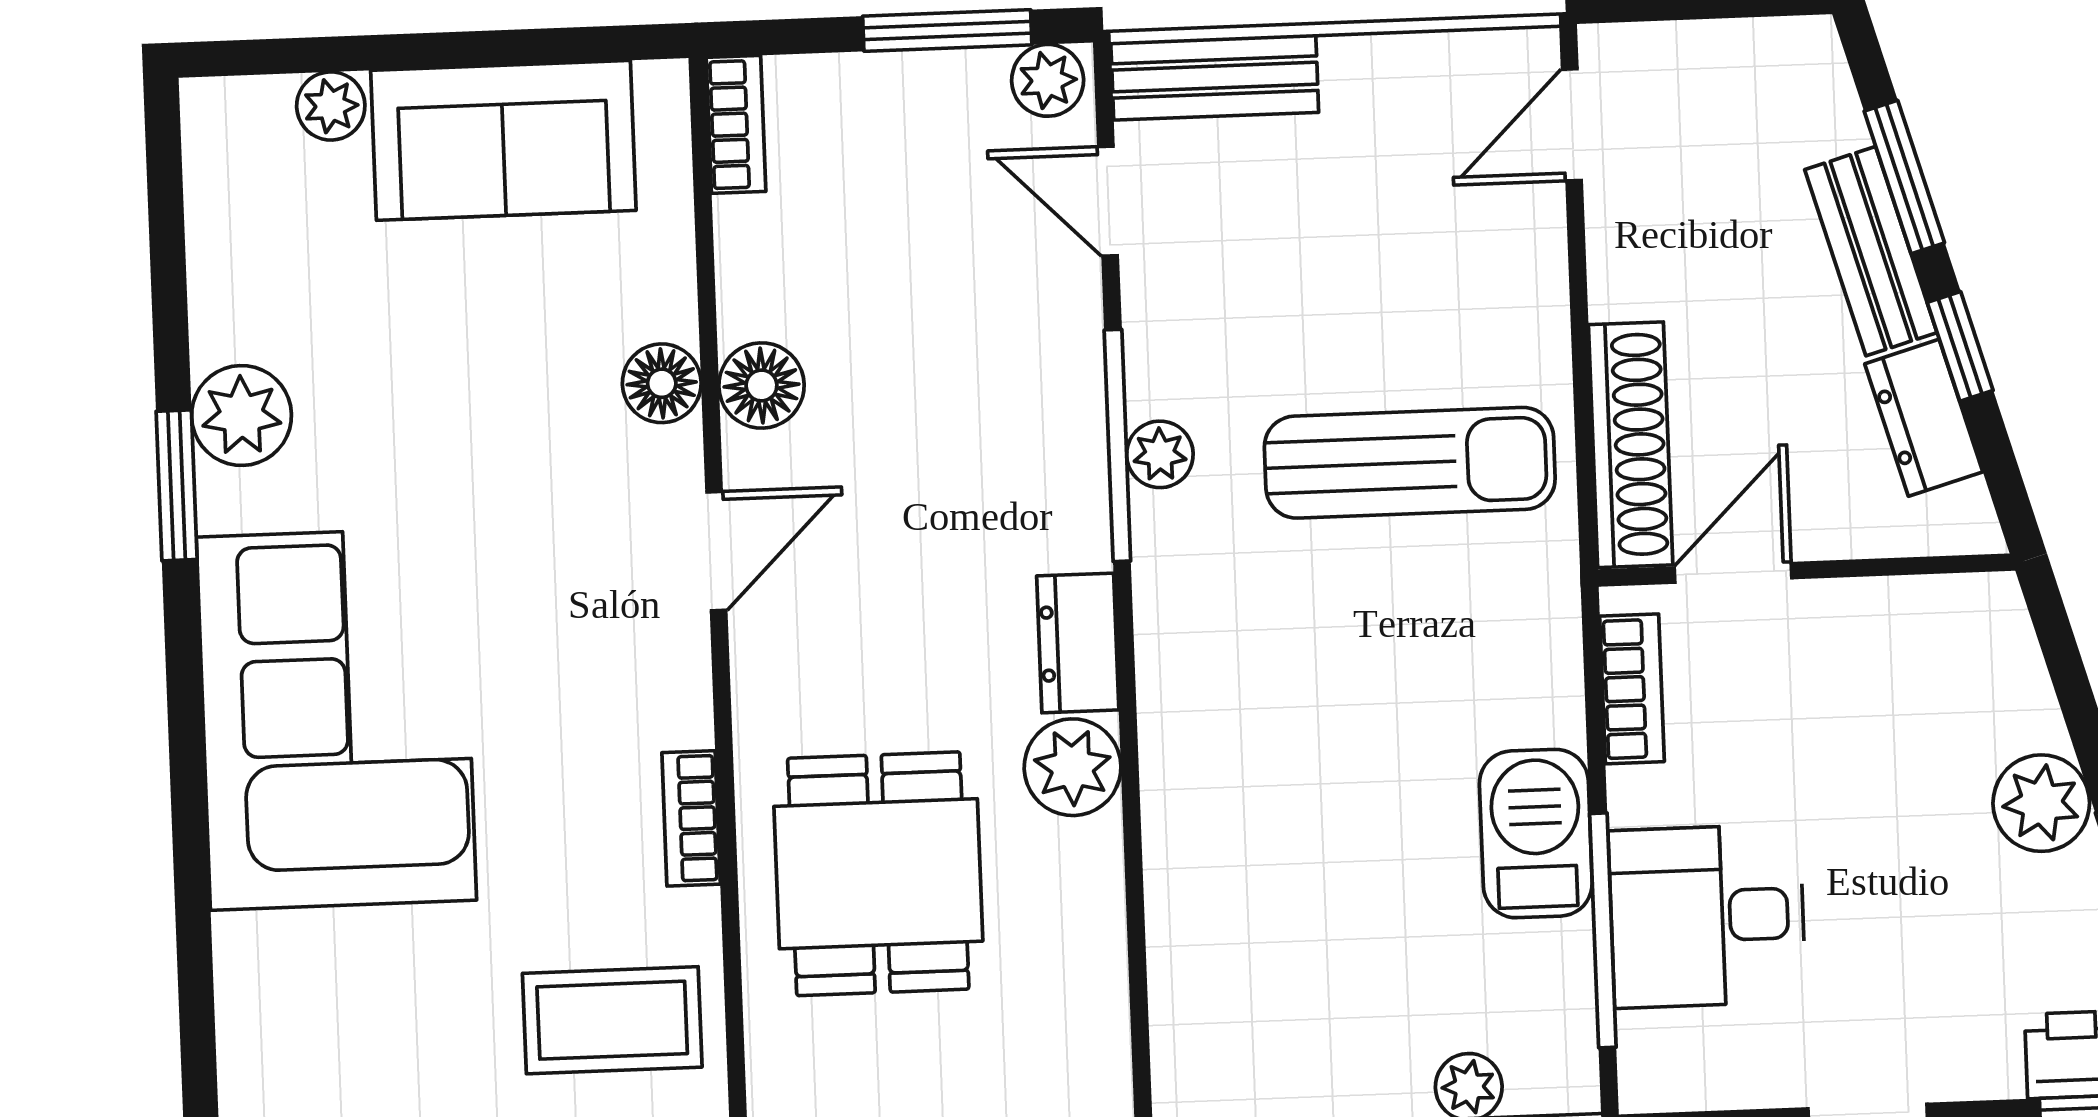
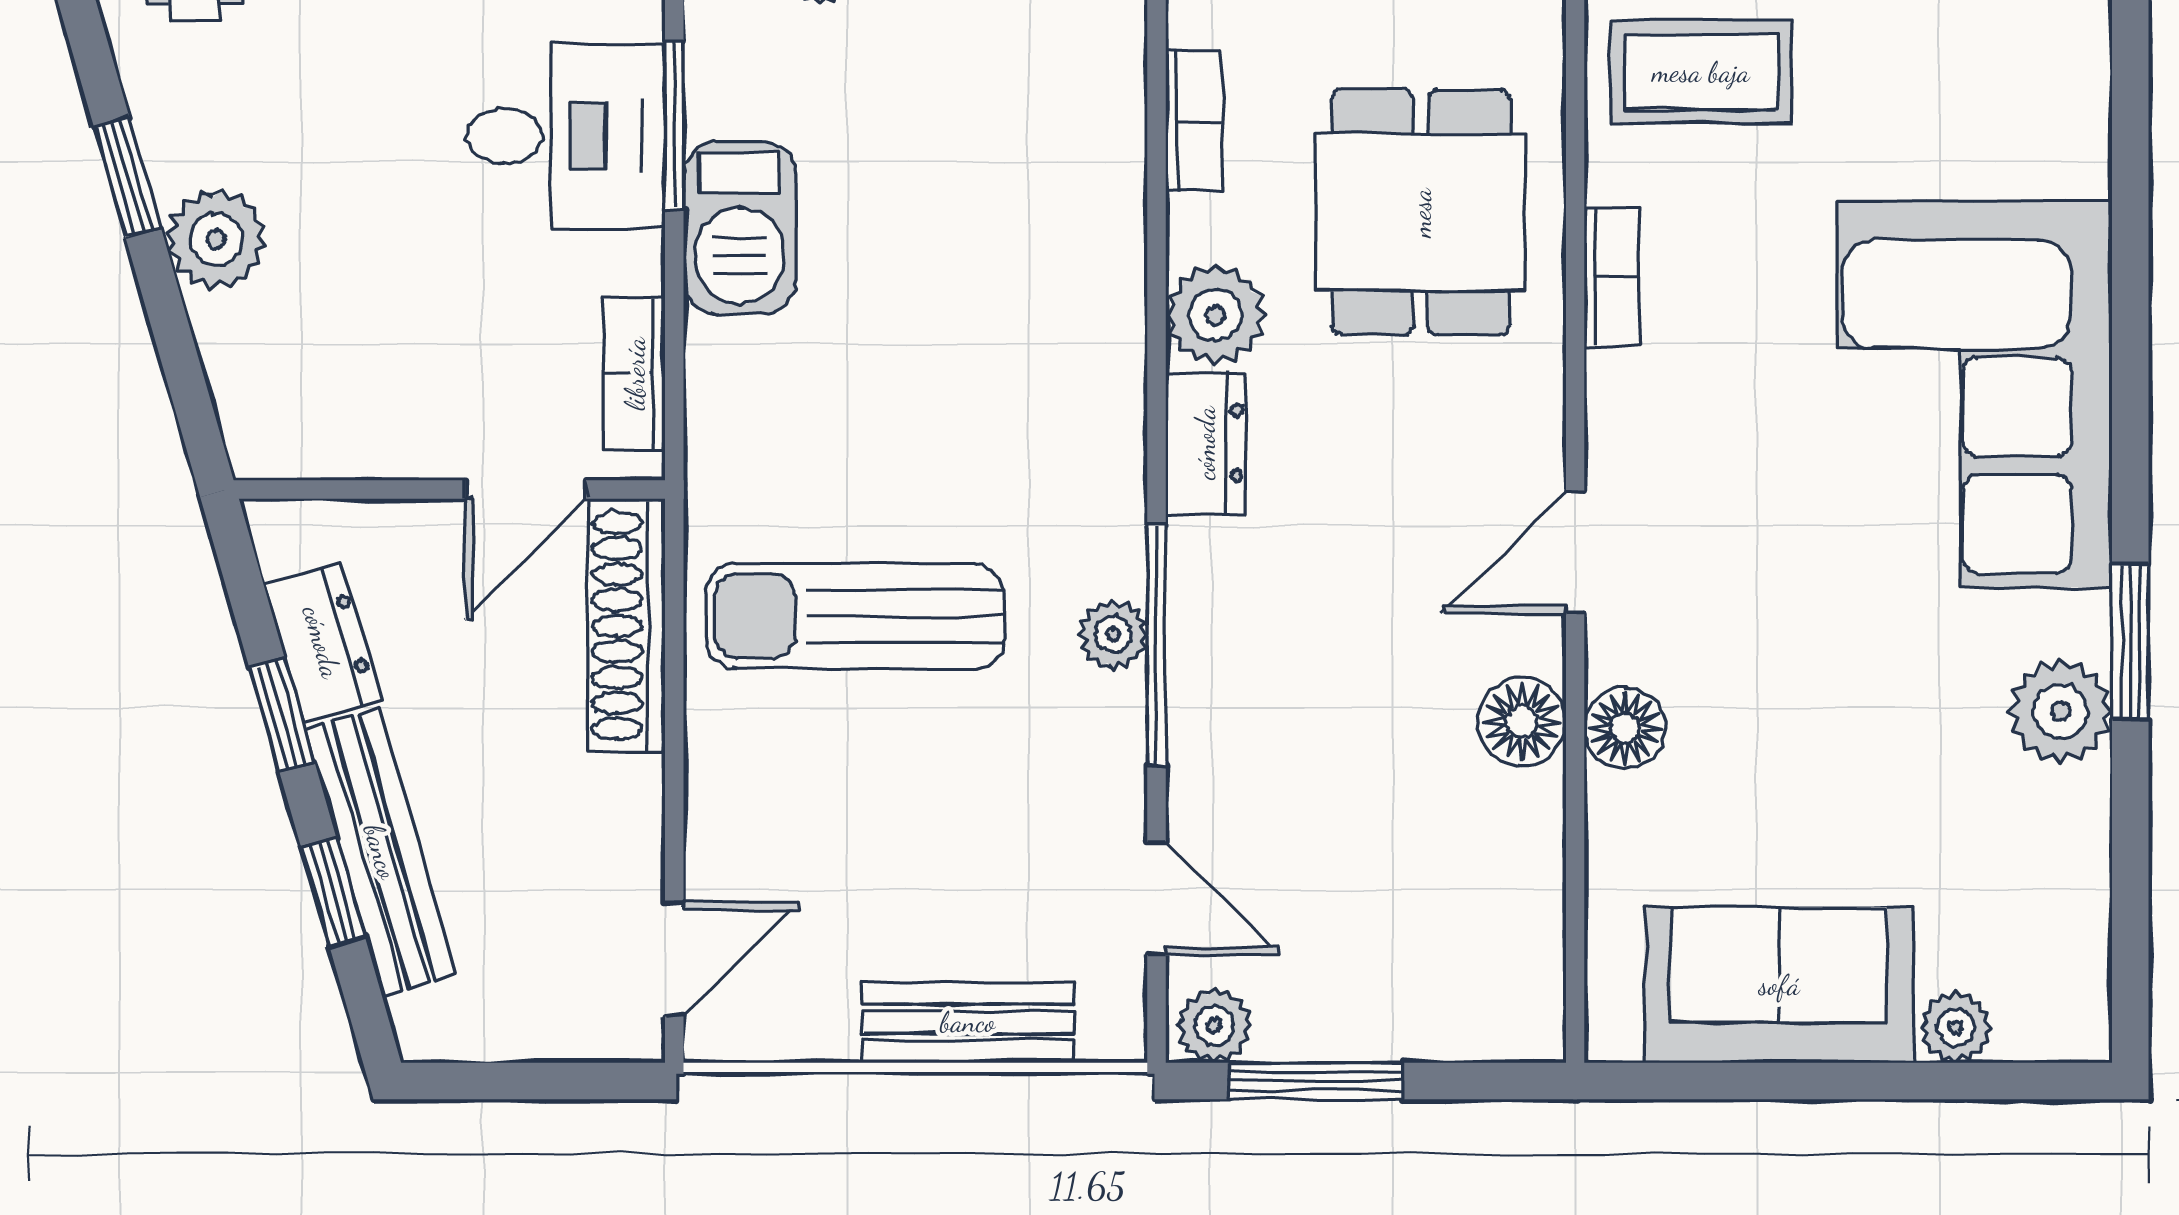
bench: (1215, 77) -> (968, 1022), moved
bookcase: (736, 124) -> (1194, 121), moved, turned 180
window: (1904, 177) -> (333, 892), width x0.67
bench: (1871, 251) -> (381, 852), width x1.36
window: (1603, 930) -> (674, 125), width x0.69

